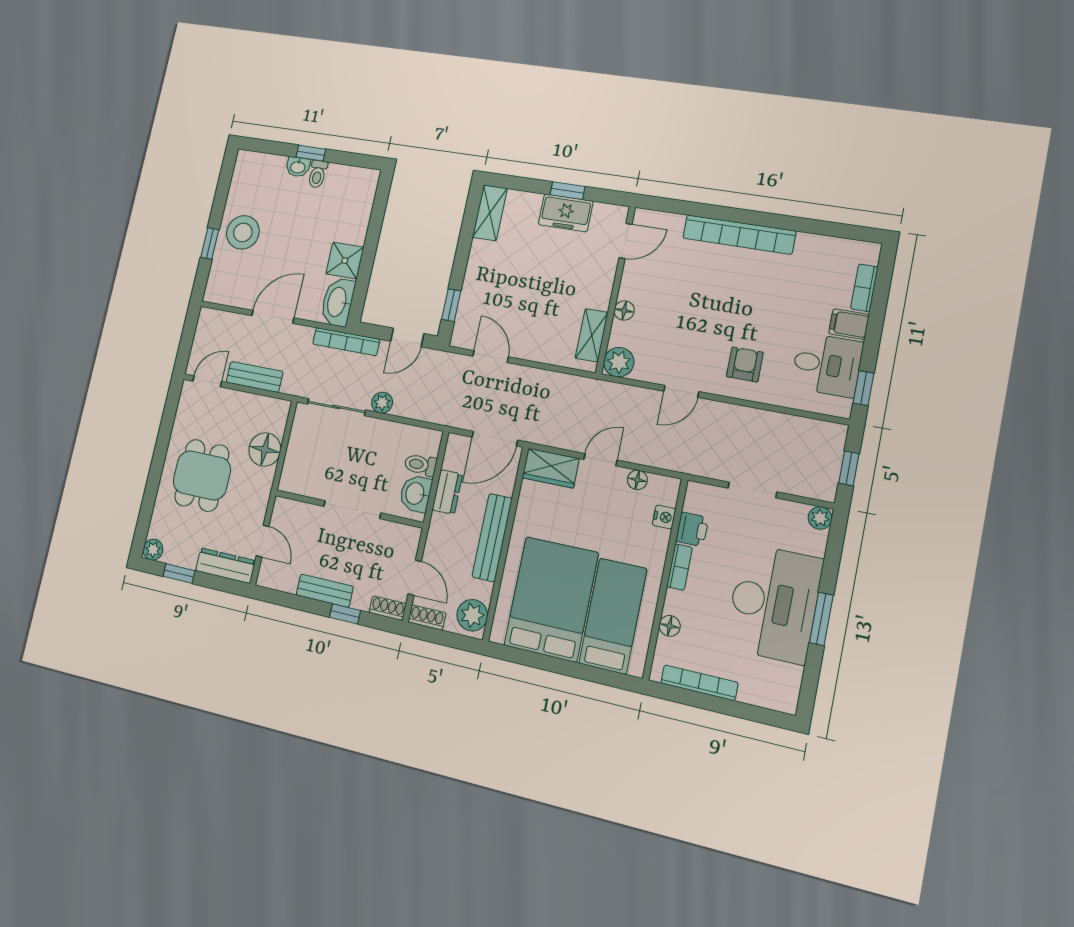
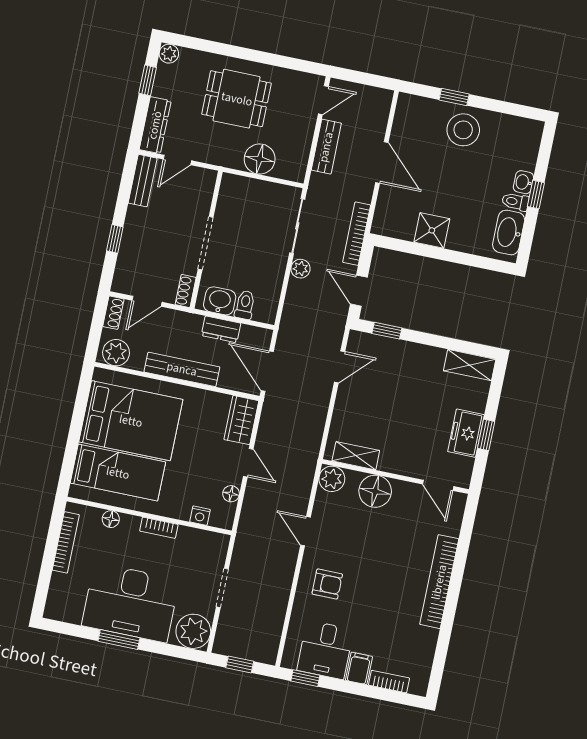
washbasin: (338, 302) -> (509, 232), moved, turned -90
floor lamp: (624, 311) -> (375, 491), width x1.89, depth x1.89
door: (207, 381) -> (323, 100), hinge flipped
plant: (820, 518) -> (193, 631), width x1.88, depth x1.88
printer: (692, 529) -> (190, 539), removed
bench: (325, 591) -> (143, 181), moved
shoe rack: (388, 608) -> (186, 291), moved, turned 180

